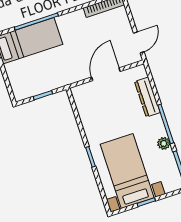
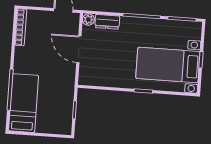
dresser: (147, 97) -> (107, 22), width x0.70
plant: (164, 143) -> (88, 20), moved

